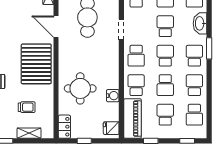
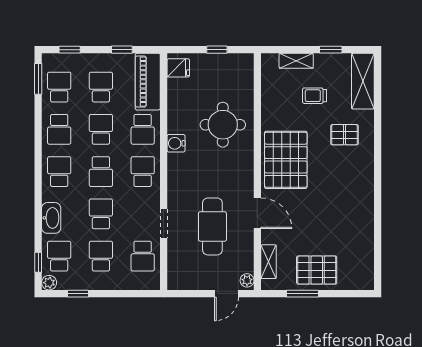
school desk: (165, 26) -> (101, 214), turned 180
doorway: (121, 30) -> (164, 223), moved
window: (209, 48) -> (38, 79), moved
school desk: (194, 56) -> (59, 172), turned 180
water cooler: (113, 96) -> (176, 143), moved
trolley: (27, 107) -> (314, 96), moved
school desk: (165, 115) -> (101, 87), turned 180
locker: (64, 127) -> (245, 70), removed

